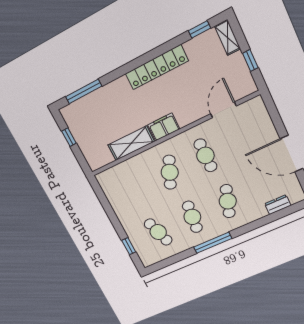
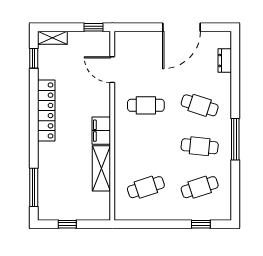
window: (250, 61) -> (94, 27), moved
cafe table: (170, 172) -> (146, 187), moved, turned -42

